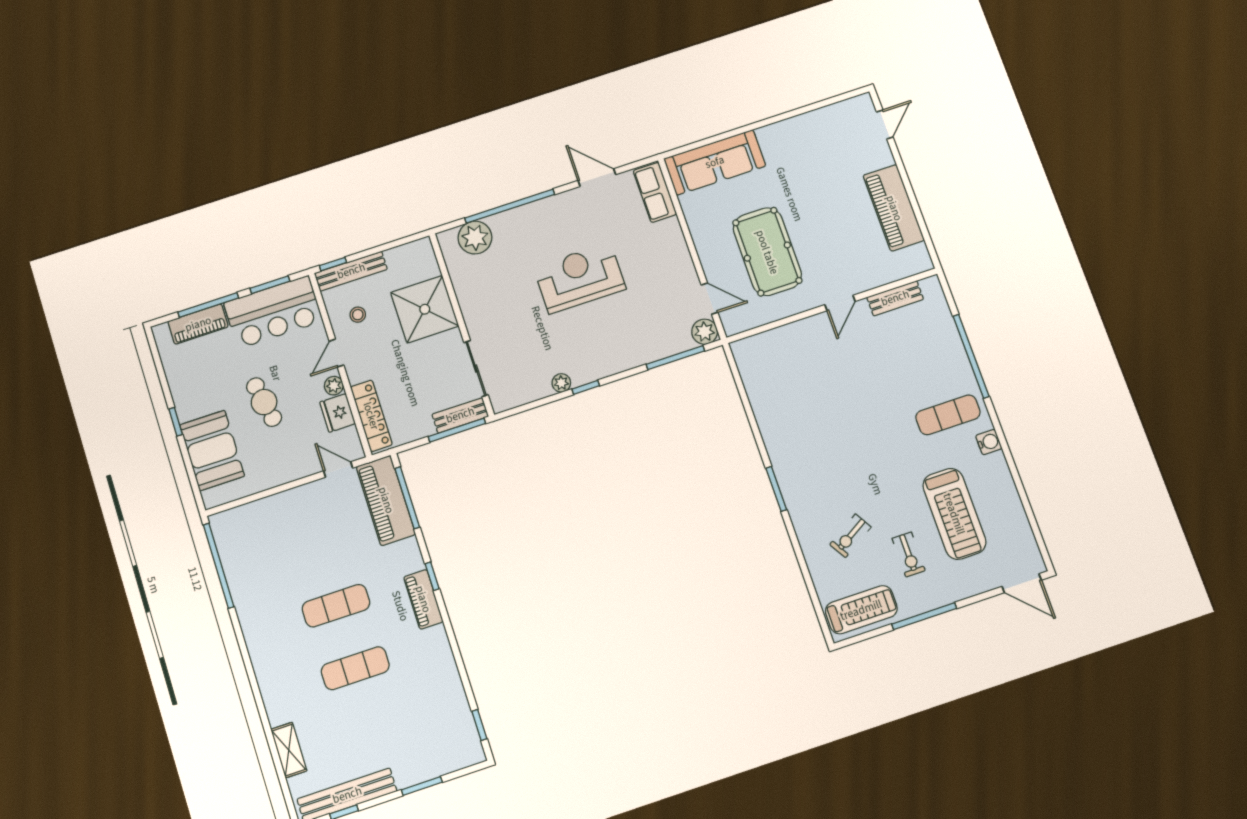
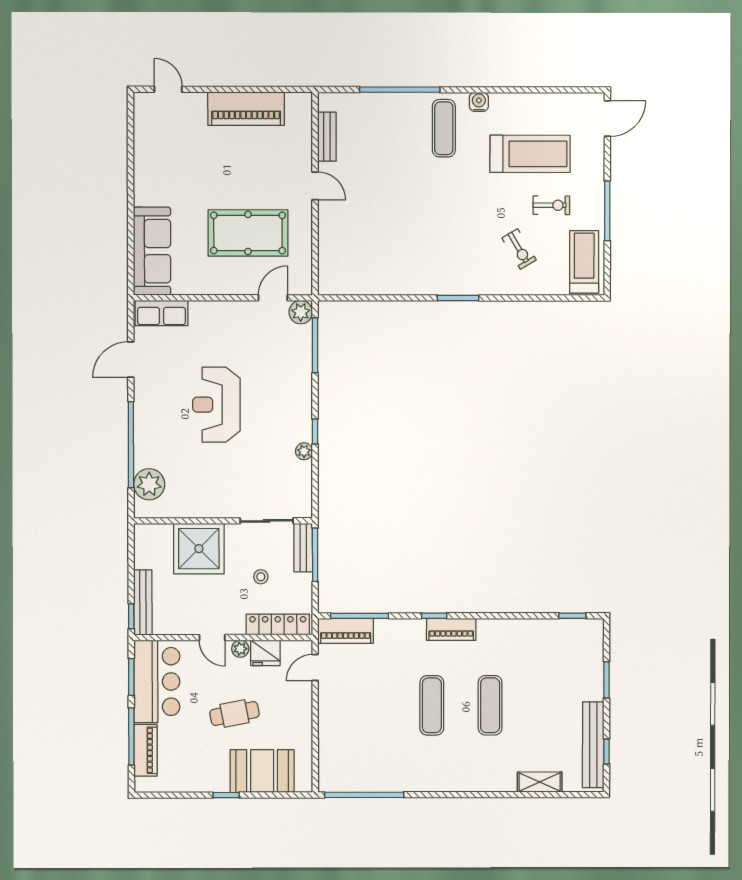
stool: (358, 315) -> (261, 577), moved
piano: (386, 500) -> (346, 631), width x0.73, depth x0.75

